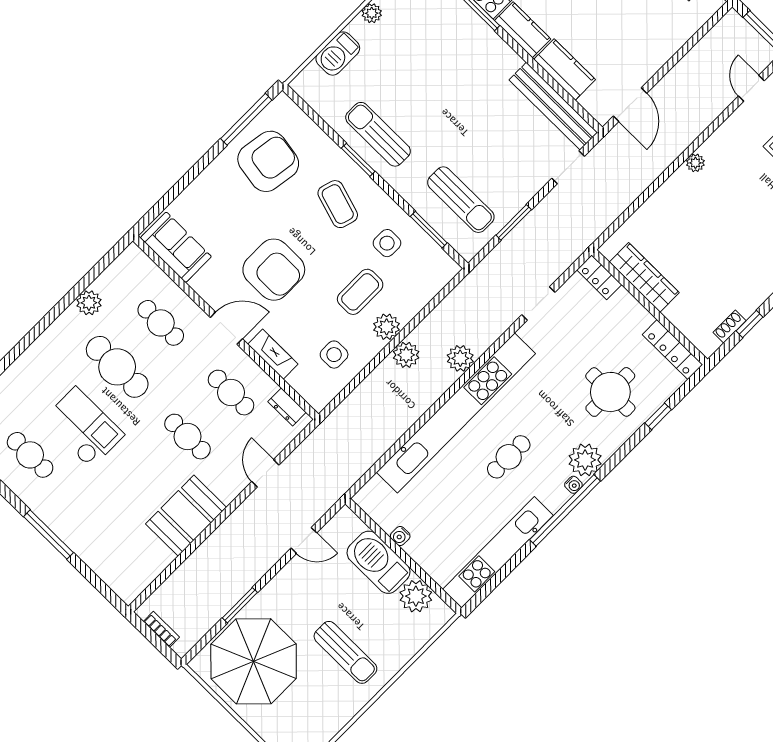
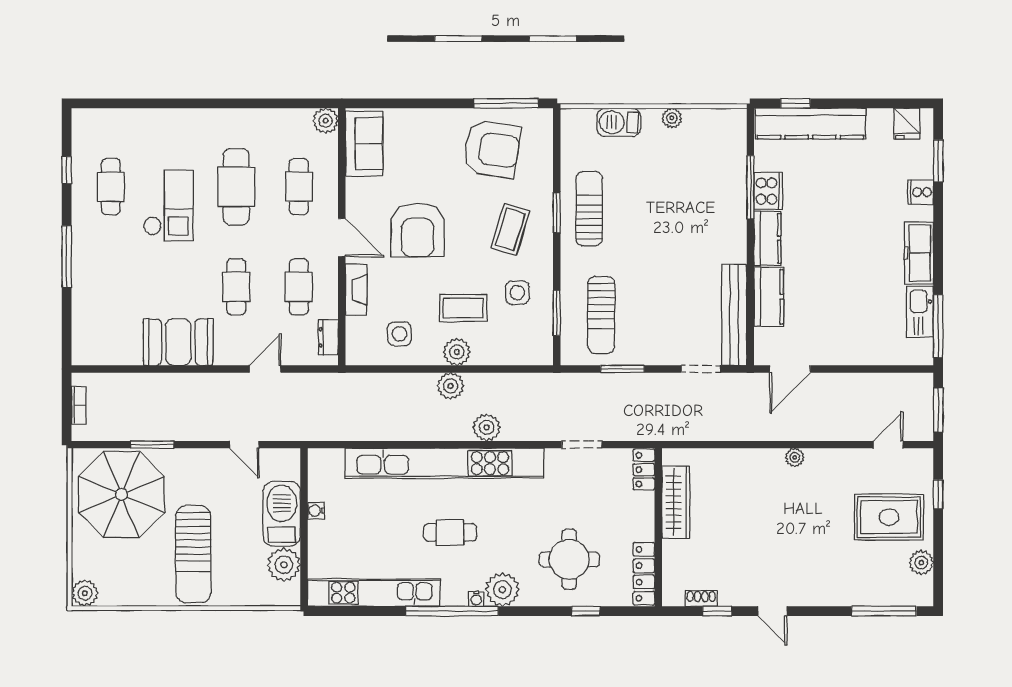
plant: (89, 303) -> (326, 121), moved
sun lounger: (345, 652) -> (193, 554), width x1.36, depth x1.34

